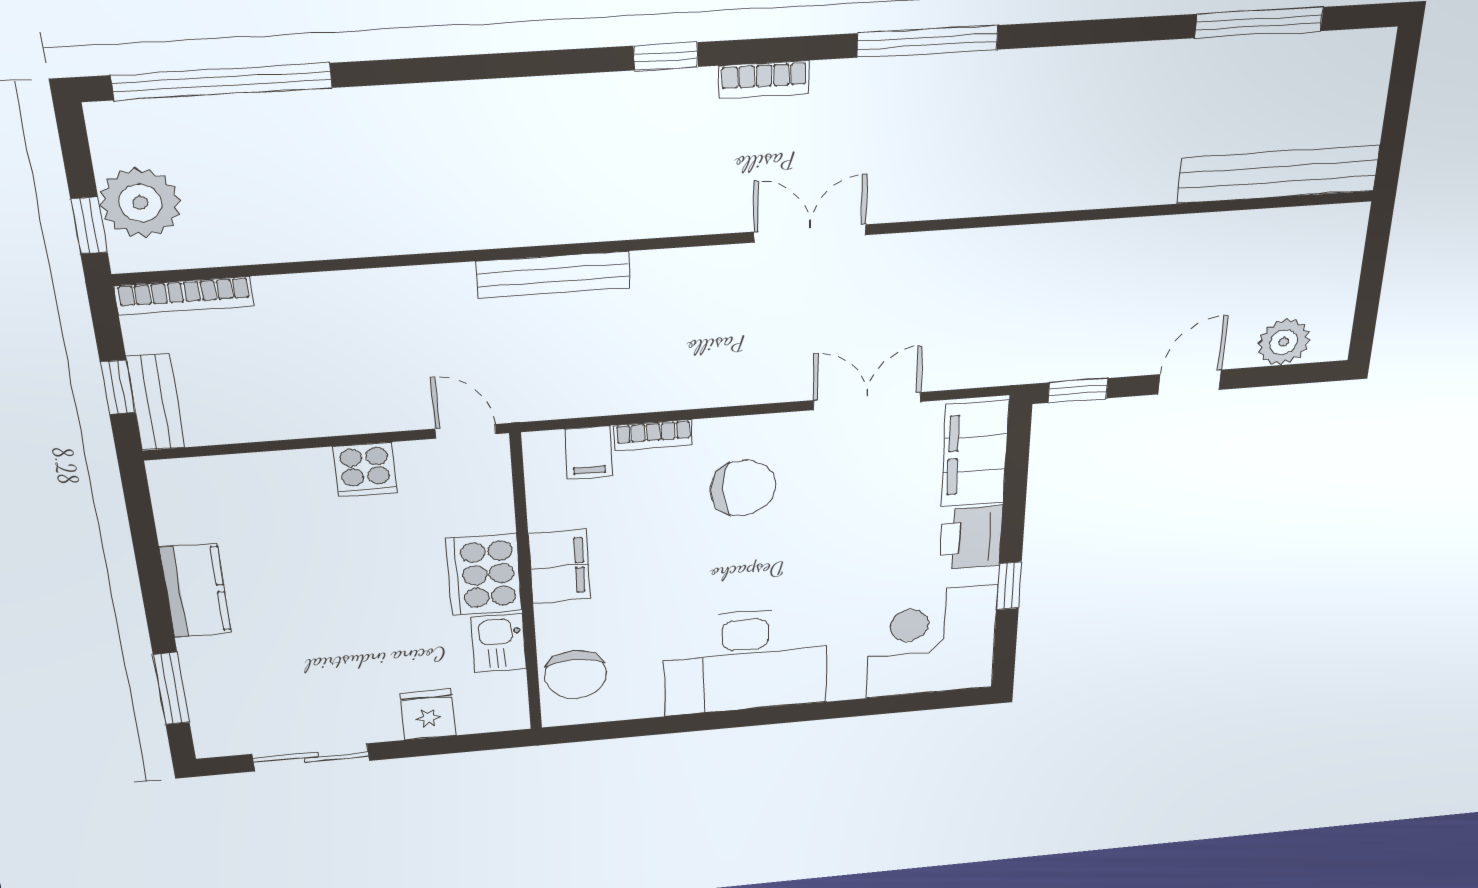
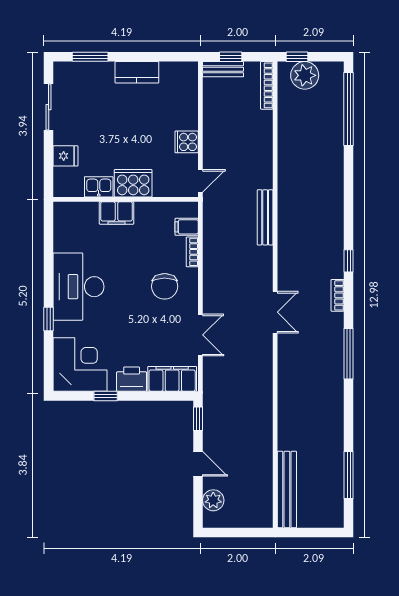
filing cabinet: (559, 567) -> (117, 213), moved
chair: (576, 675) -> (79, 217), removed
window: (822, 711) -> (49, 319), added

